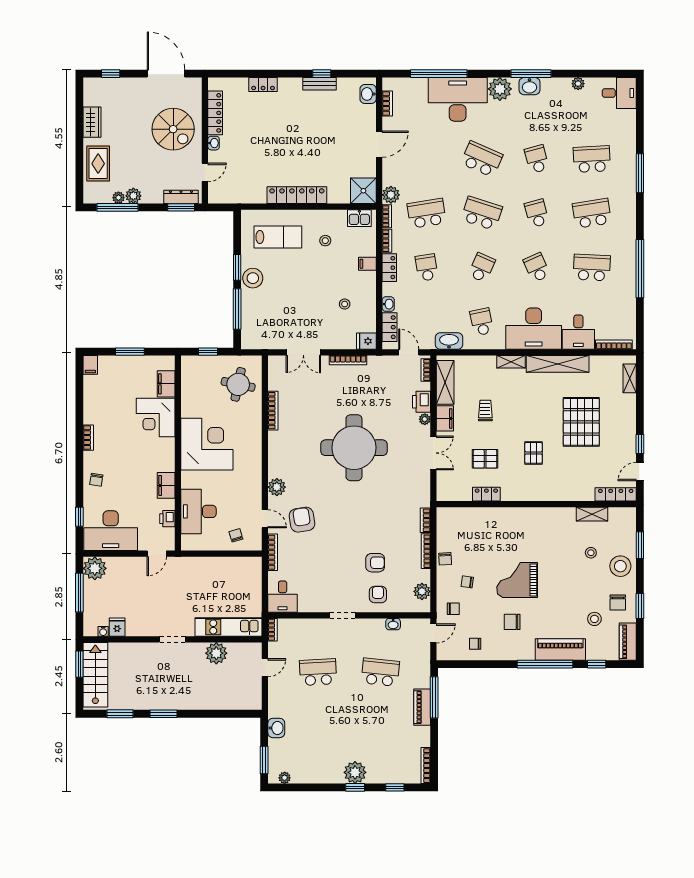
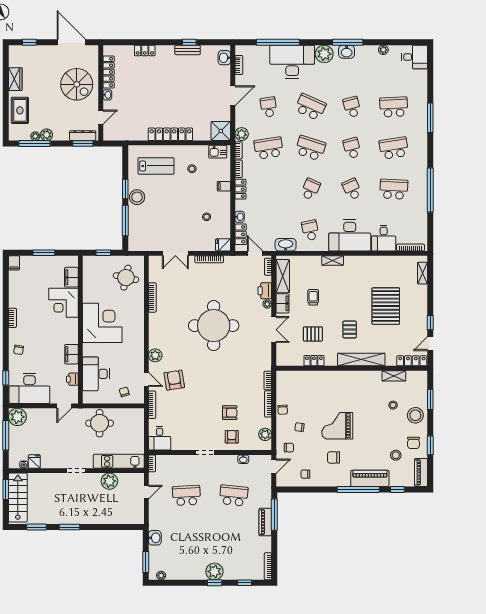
school desk: (427, 268) -> (269, 107), moved
shelving: (558, 364) -> (361, 360), moved
round table: (203, 577) -> (100, 423), added

